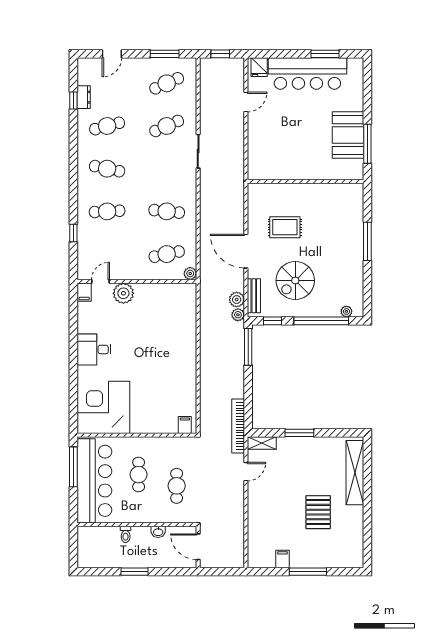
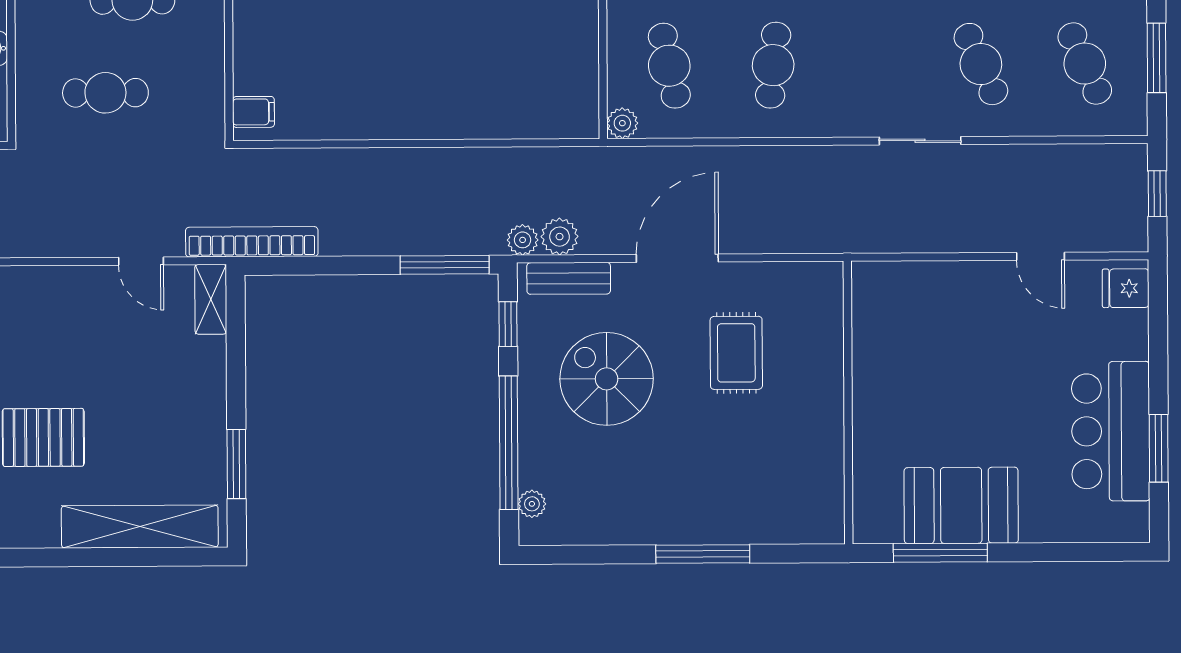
bar counter: (307, 73) -> (1111, 431), width x0.73
window: (299, 433) -> (236, 464), moved

